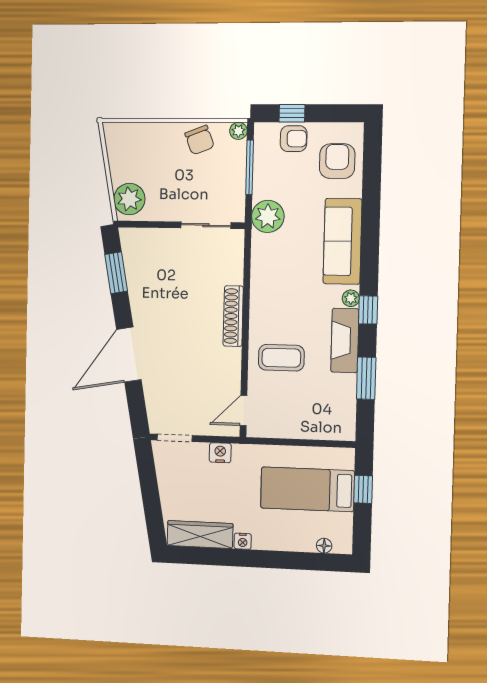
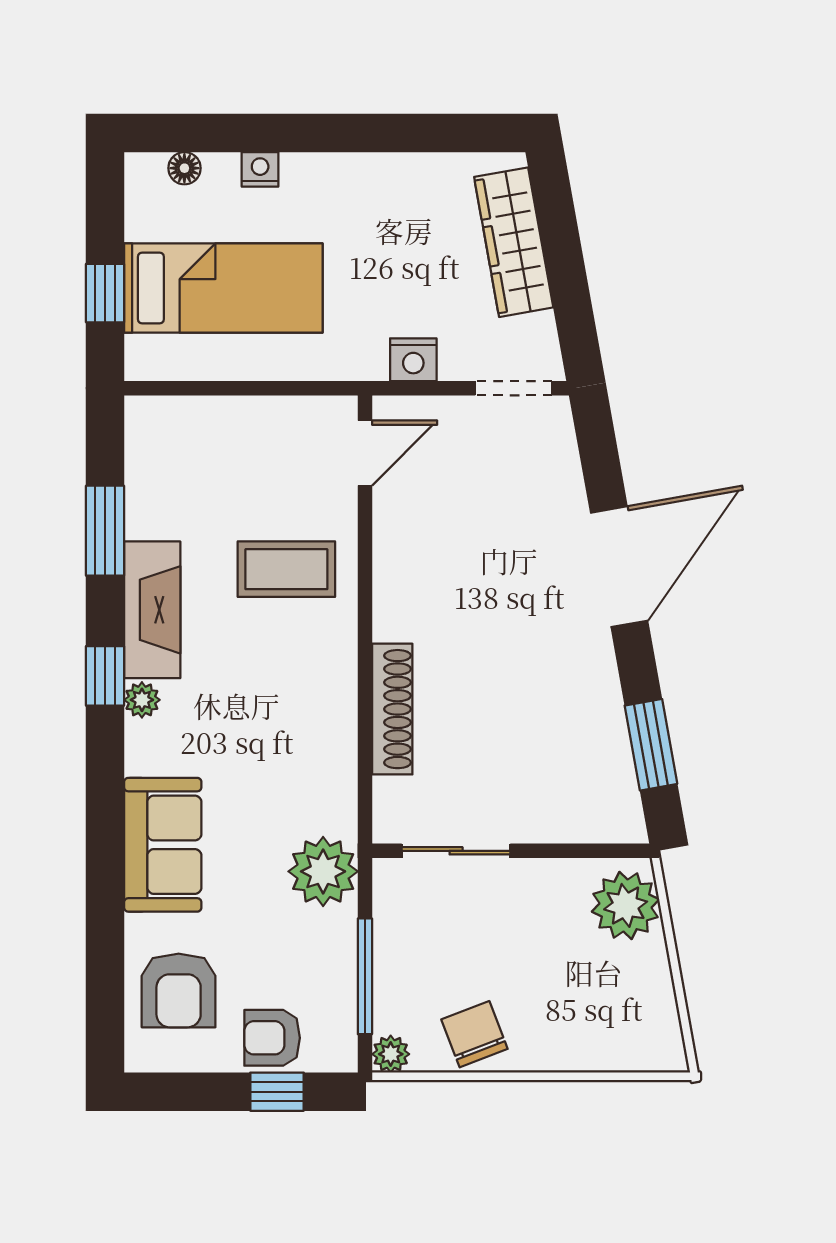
sofa: (343, 241) -> (163, 845), width x0.73
shoe rack: (233, 316) -> (392, 709), moved
wardrobe: (200, 534) -> (514, 242), moved, turned 80
nightstand: (243, 541) -> (260, 169), moved

